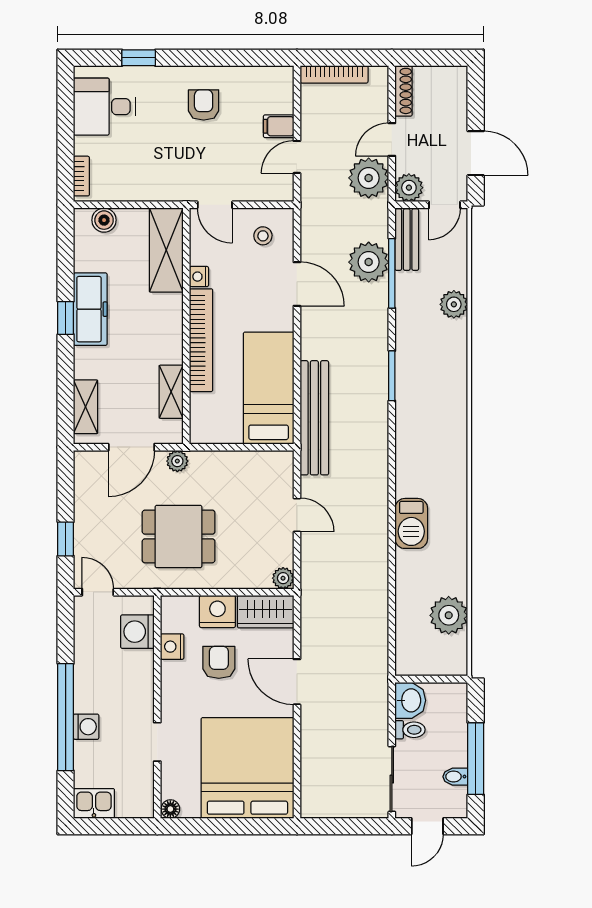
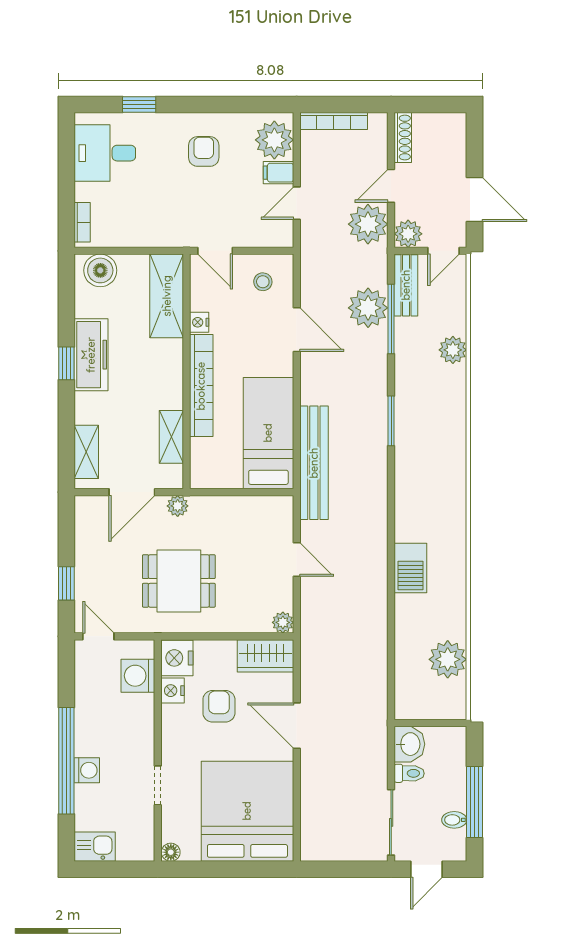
plant: (274, 93) -> (274, 140), added
boiler: (104, 220) -> (100, 270), width x1.36, depth x1.36
nightstand: (217, 611) -> (177, 658), moved, turned -90

